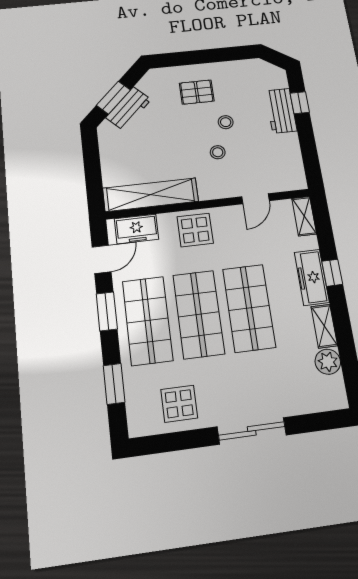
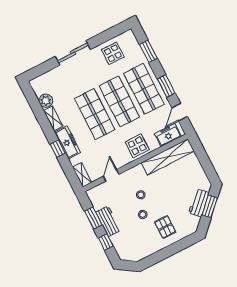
pallet: (197, 92) -> (165, 227), turned 90
workbench: (281, 111) -> (108, 221), moved
window: (308, 144) -> (93, 218), added

